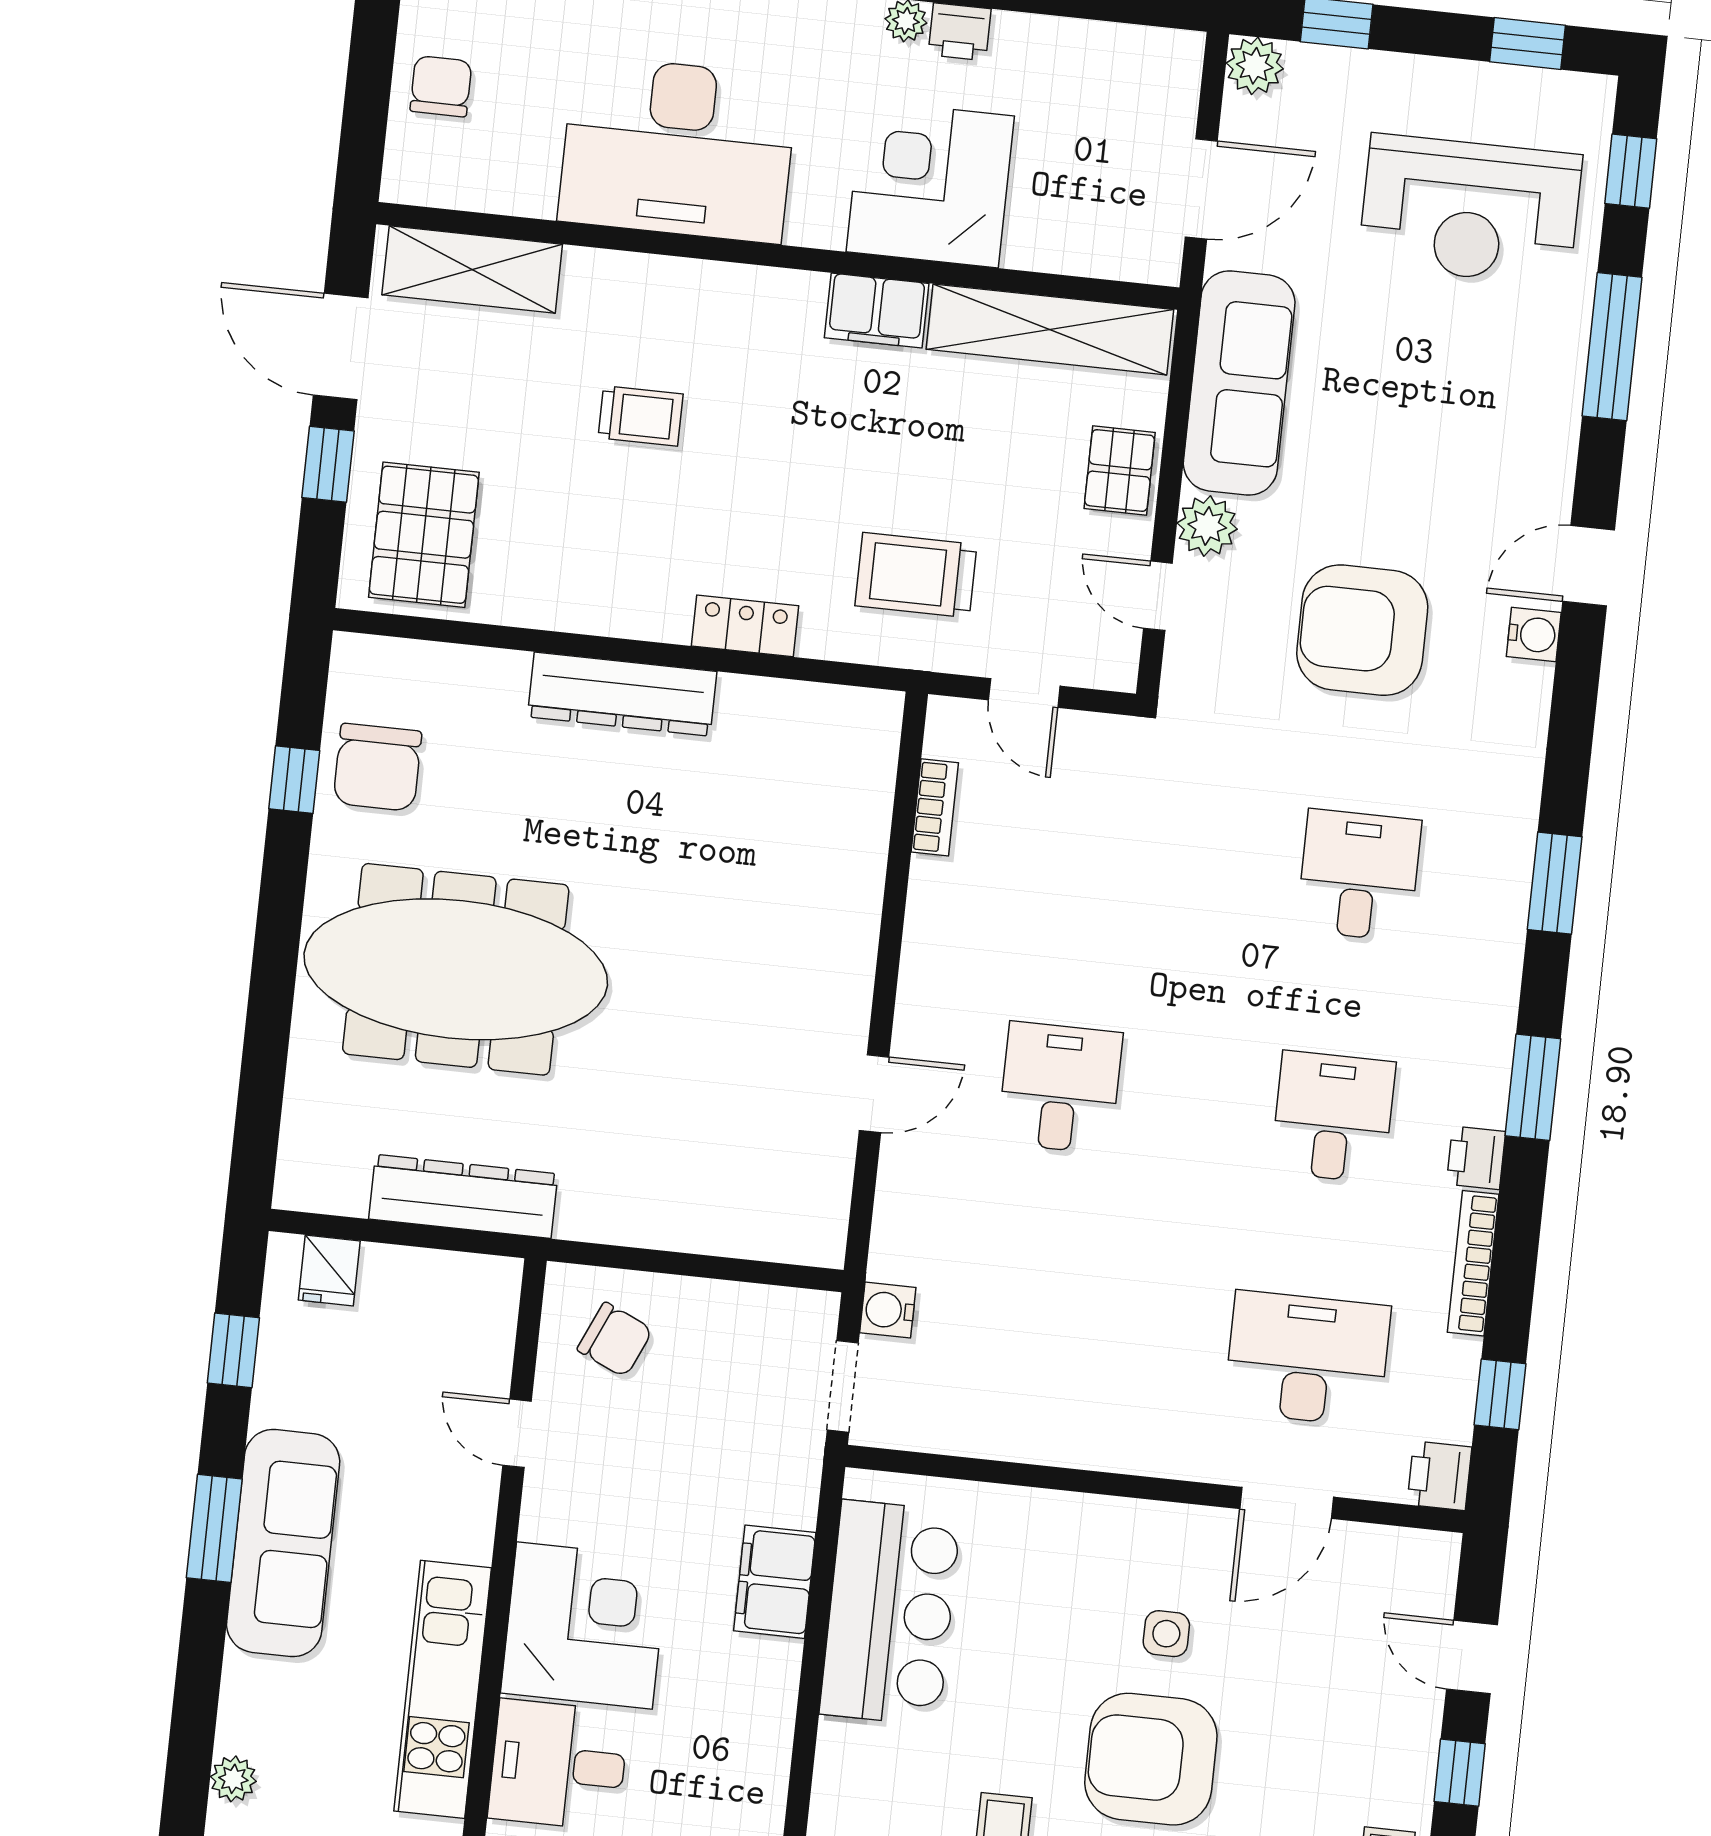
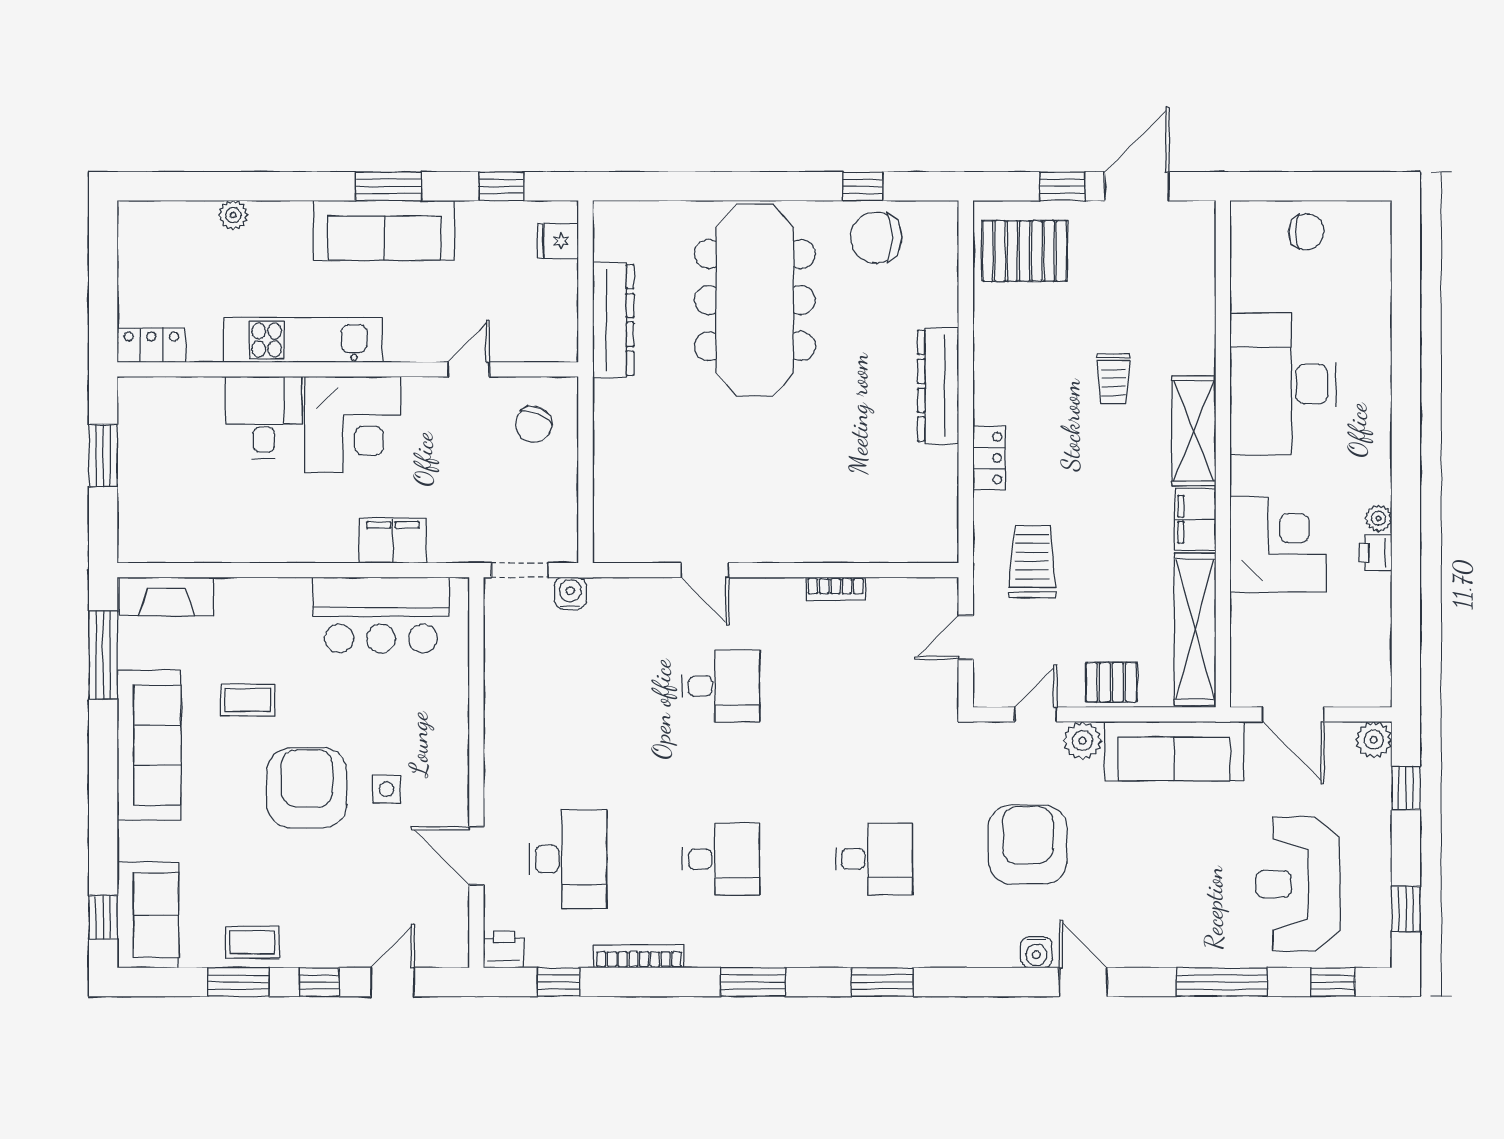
shelving: (472, 270) -> (1194, 431), moved
bookcase: (935, 807) -> (836, 589), moved
printer: (1476, 1158) -> (705, 951), removed

